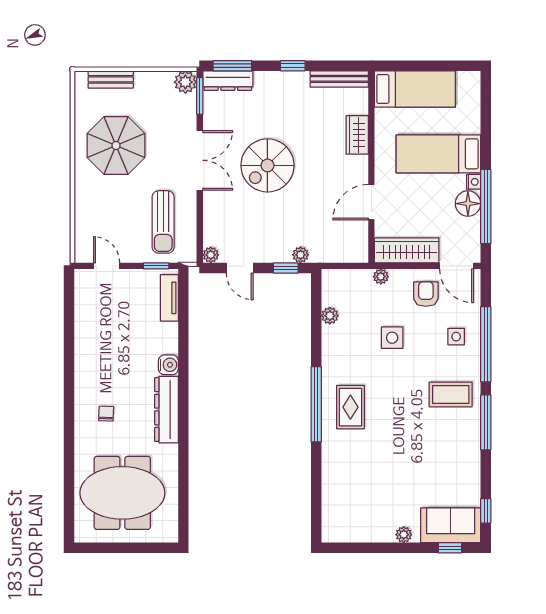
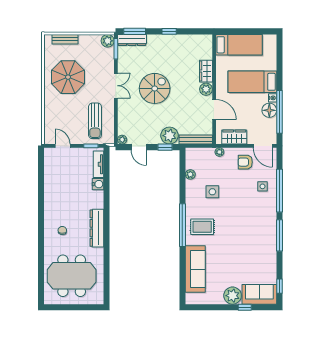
bench: (339, 79) -> (196, 140), moved
double door: (200, 160) -> (116, 86), width x0.73
spiral stairs: (267, 165) -> (155, 88), turned 180
plant: (357, 167) -> (206, 89), added
door: (371, 202) -> (214, 109), swing flipped
wardrobe: (407, 250) -> (234, 137), width x0.67
plant: (301, 255) -> (169, 136), width x1.88, depth x1.88
armchair: (426, 294) -> (245, 162), turned -90
side table: (392, 338) -> (212, 192), moved
water cooler: (168, 365) -> (98, 184), moved
coffee table: (451, 395) -> (259, 220), removed
rug: (350, 407) -> (202, 227), turned 90
sofa: (339, 481) -> (195, 269), added
plant: (404, 535) -> (233, 296), width x1.87, depth x1.87
window: (450, 548) -> (245, 307), moved

